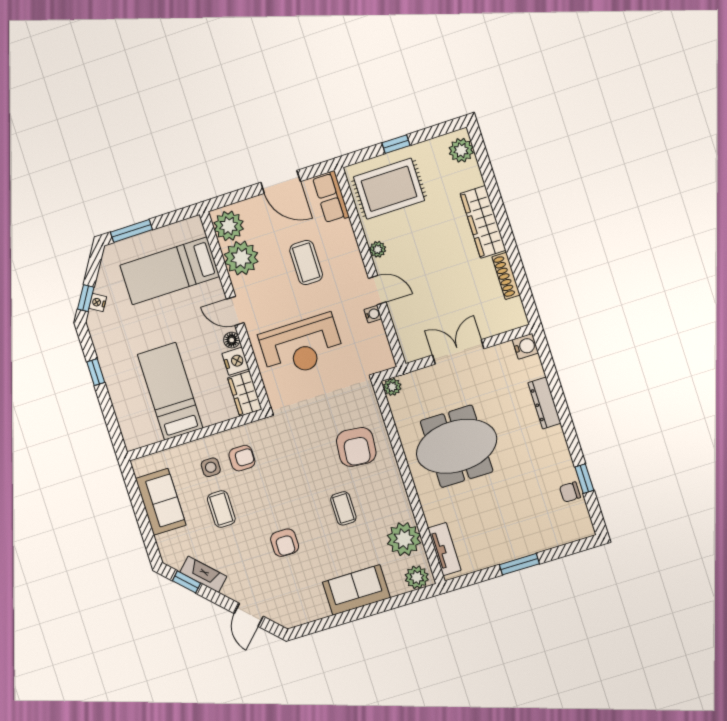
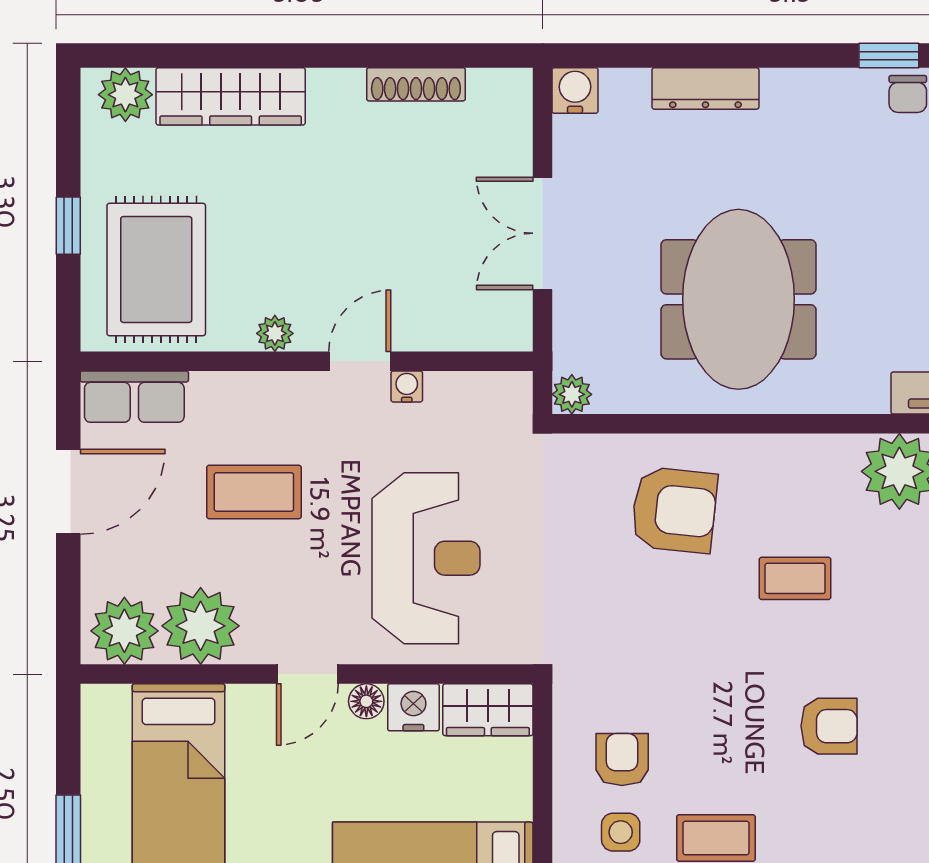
wardrobe: (483, 222) -> (231, 96), moved

